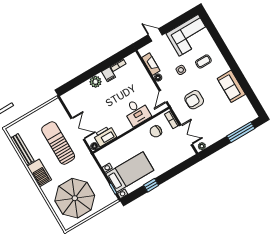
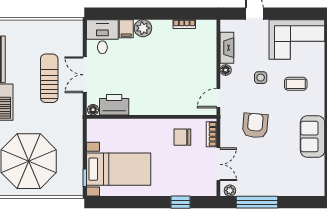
filing cabinet: (108, 74) -> (126, 29), moved
armchair: (194, 100) -> (255, 126), turned 95
desk: (137, 112) -> (102, 37), moved, turned 180
double door: (78, 129) -> (85, 75), swing flipped
window: (241, 132) -> (257, 202), moved
sun lounger: (58, 143) -> (49, 78), width x0.73, depth x0.75
window: (151, 185) -> (181, 202), moved

